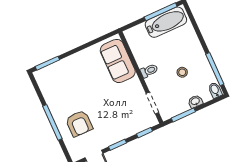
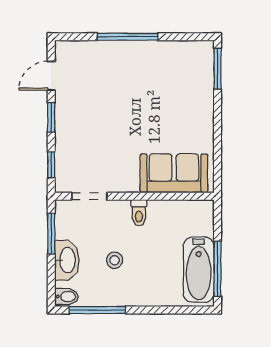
washbasin: (195, 101) -> (67, 260), width x1.91, depth x1.45
armchair: (79, 123) -> (108, 75), removed

